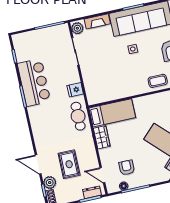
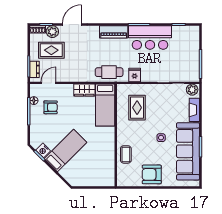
rug: (108, 80) -> (137, 108), added
piano: (36, 121) -> (114, 32), added
rug: (69, 164) -> (51, 50), moved

